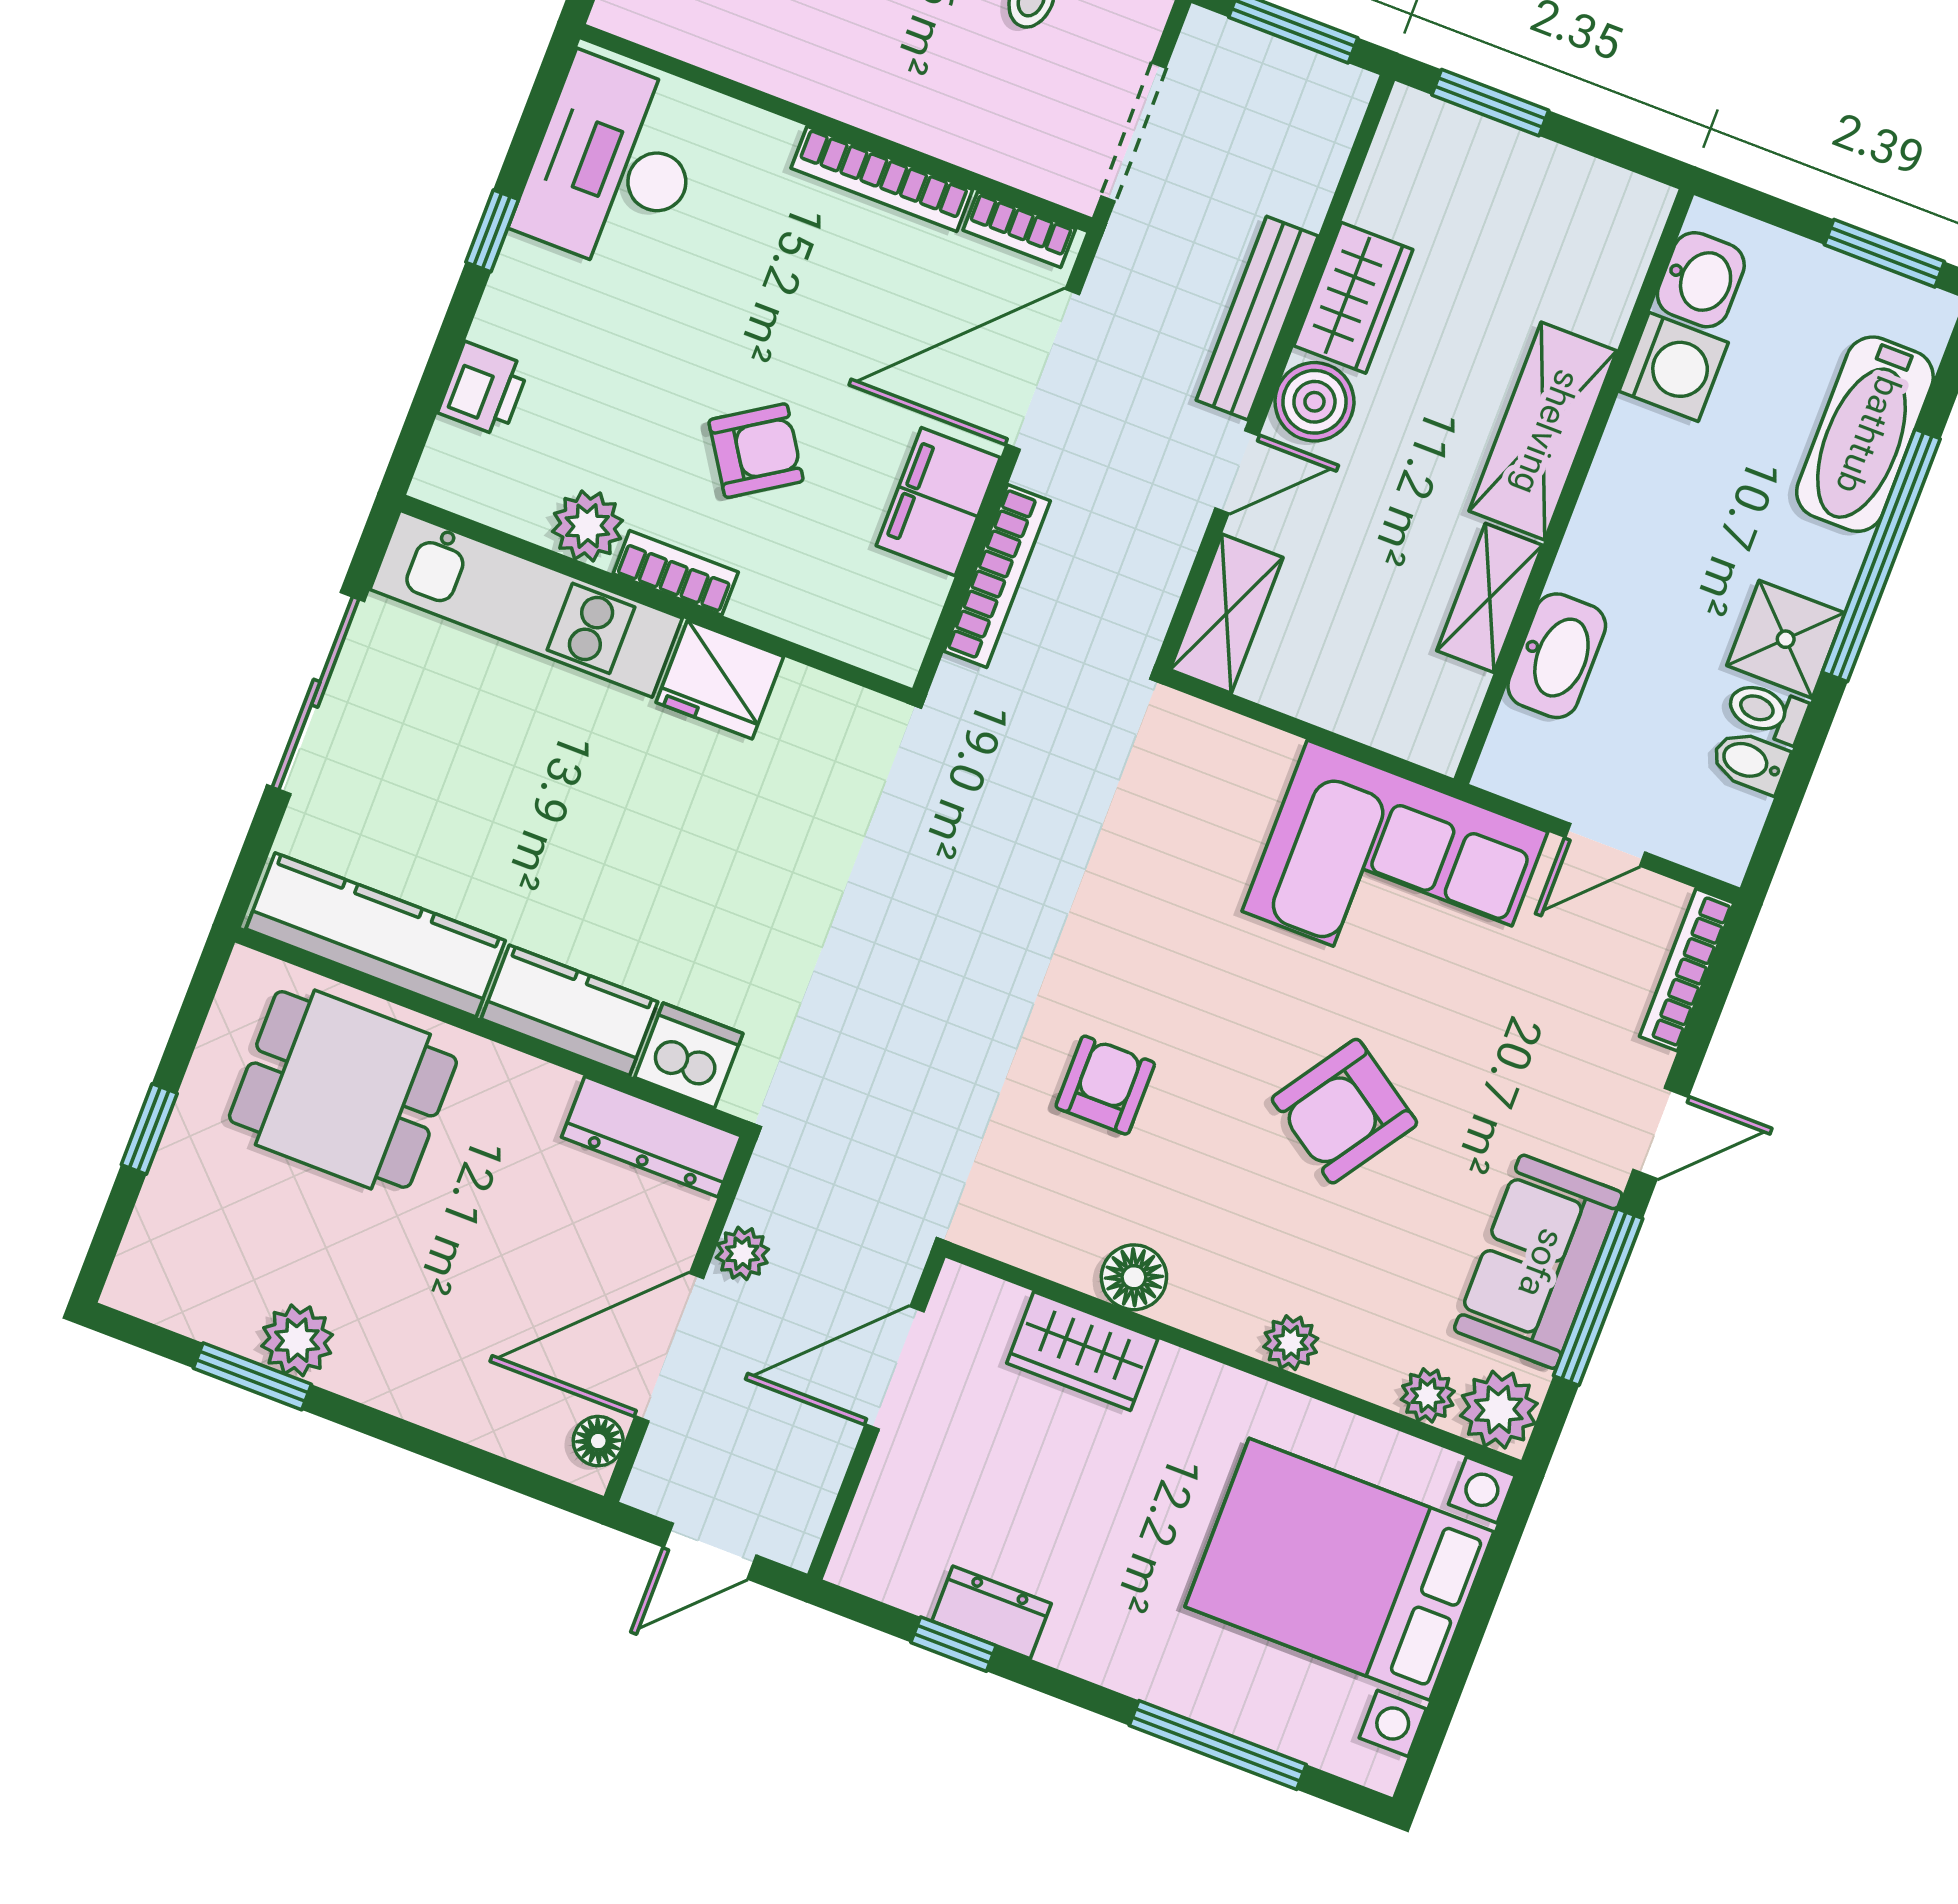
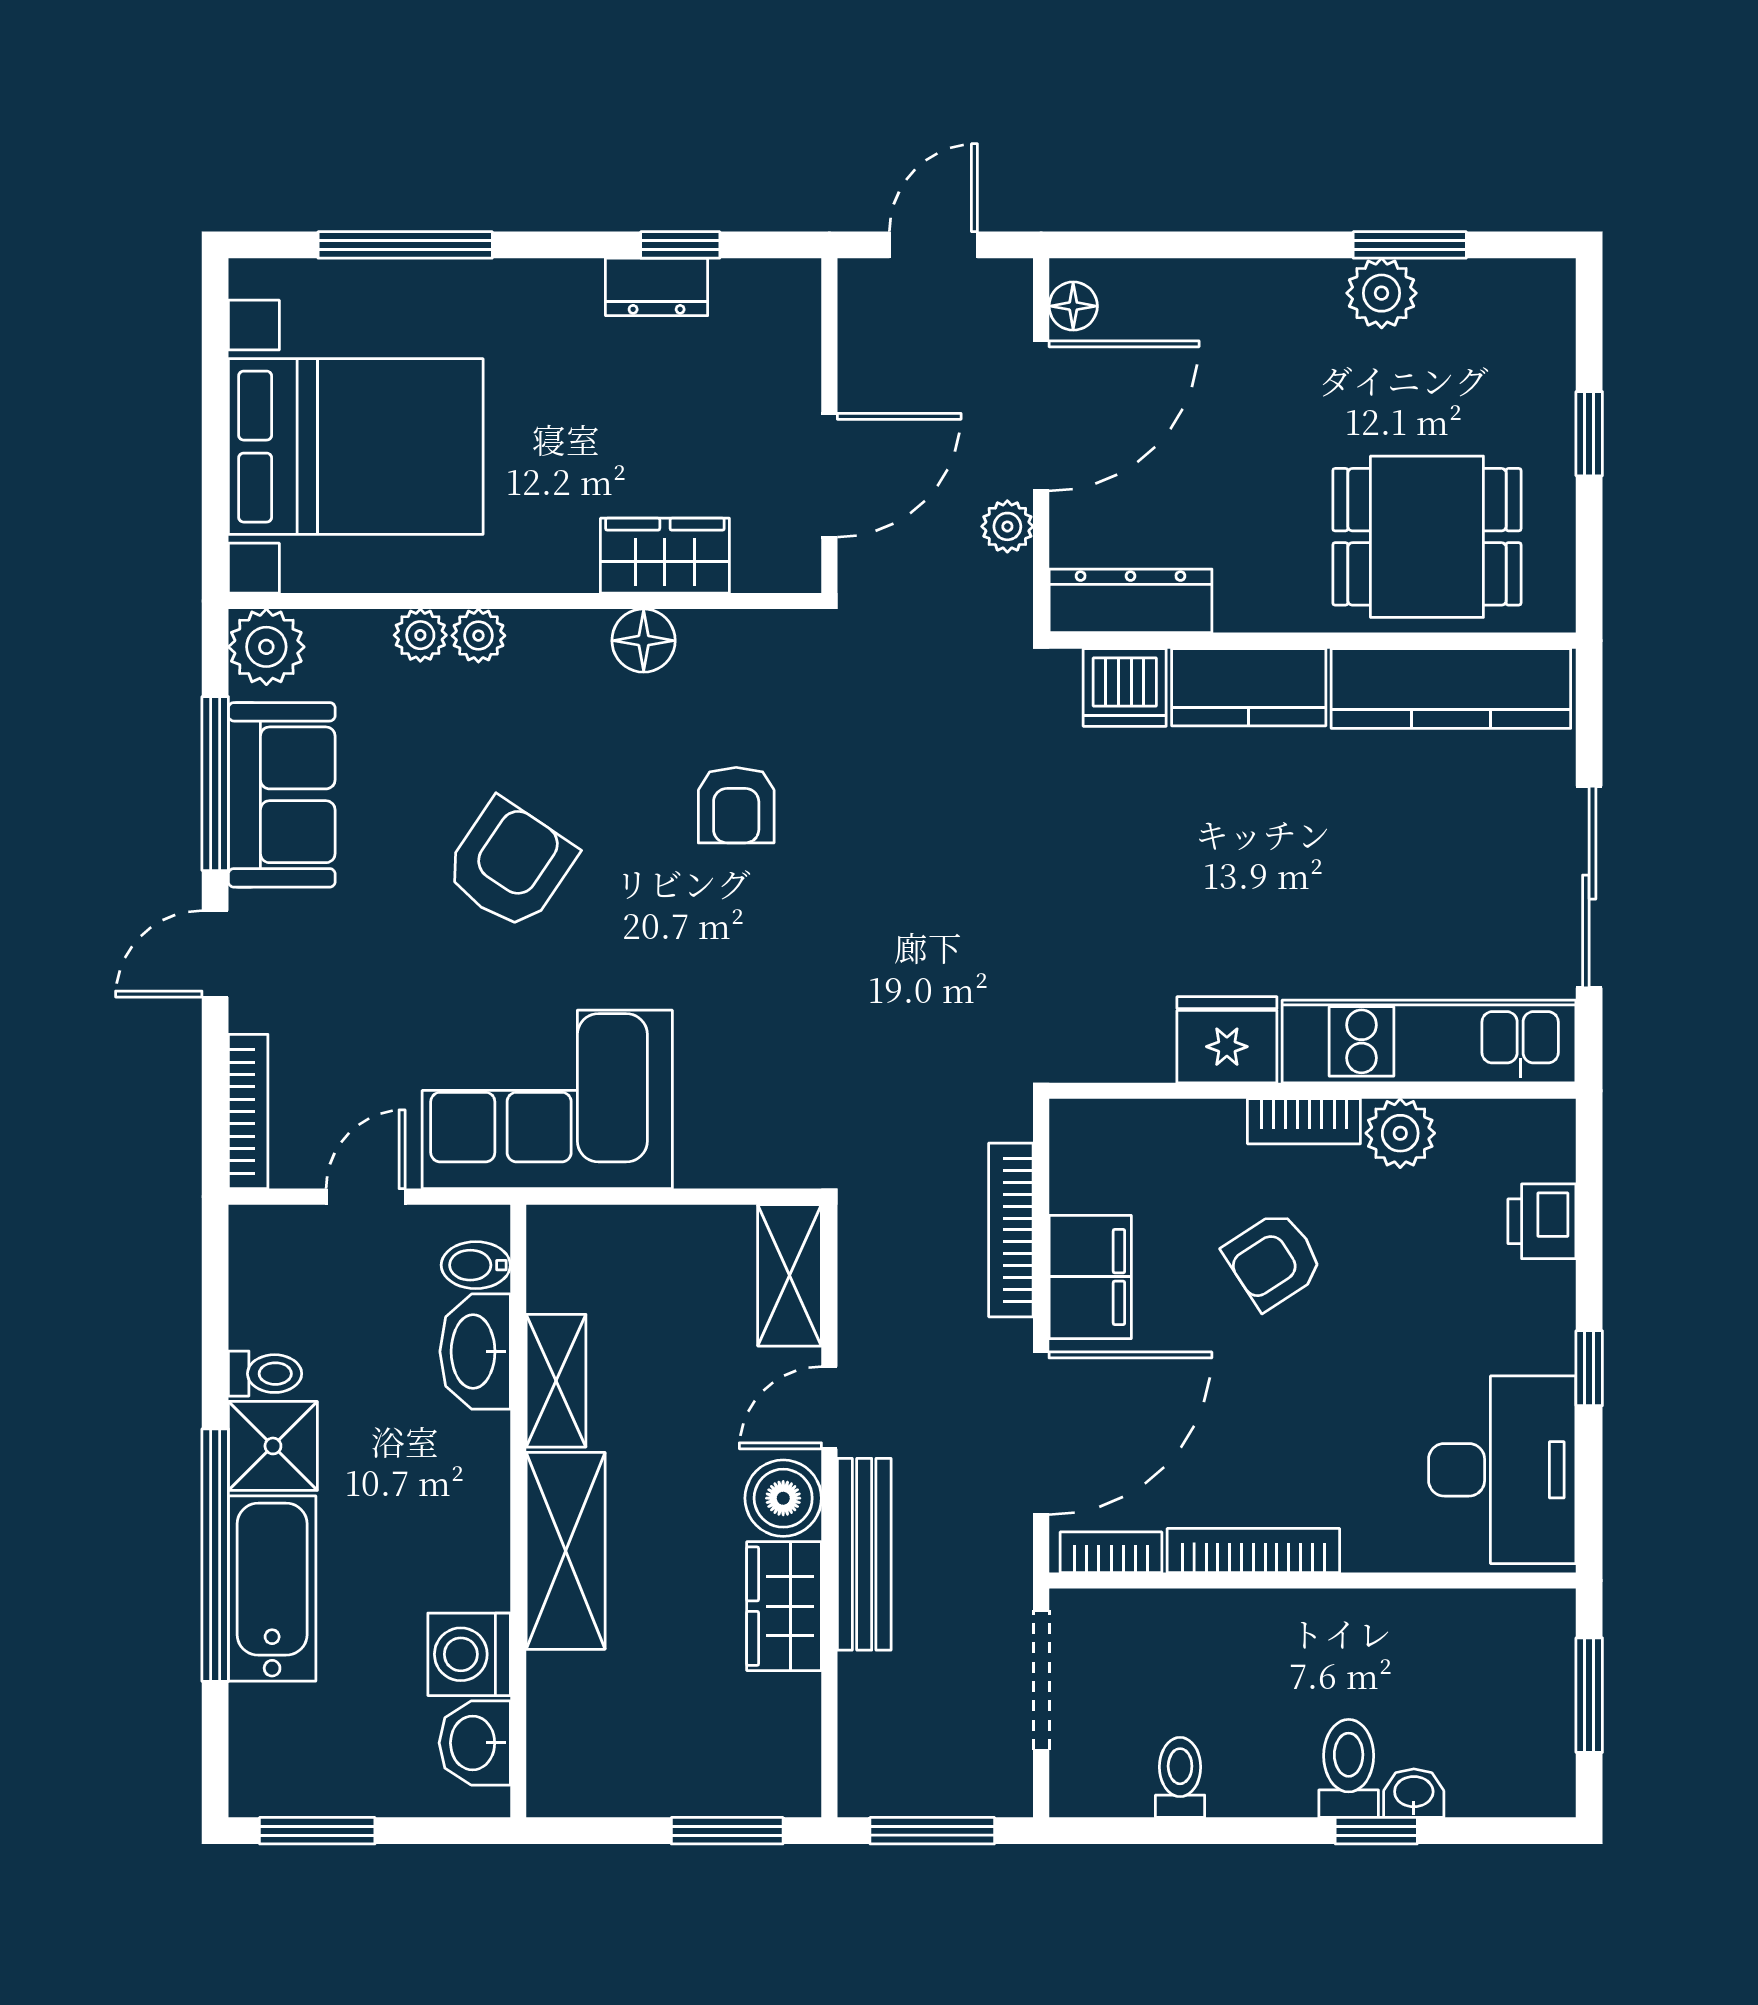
bathtub: (1865, 434) -> (272, 1588), moved
bidet: (1750, 762) -> (476, 1265), moved, turned 180
plant: (1428, 1395) -> (420, 635), moved

